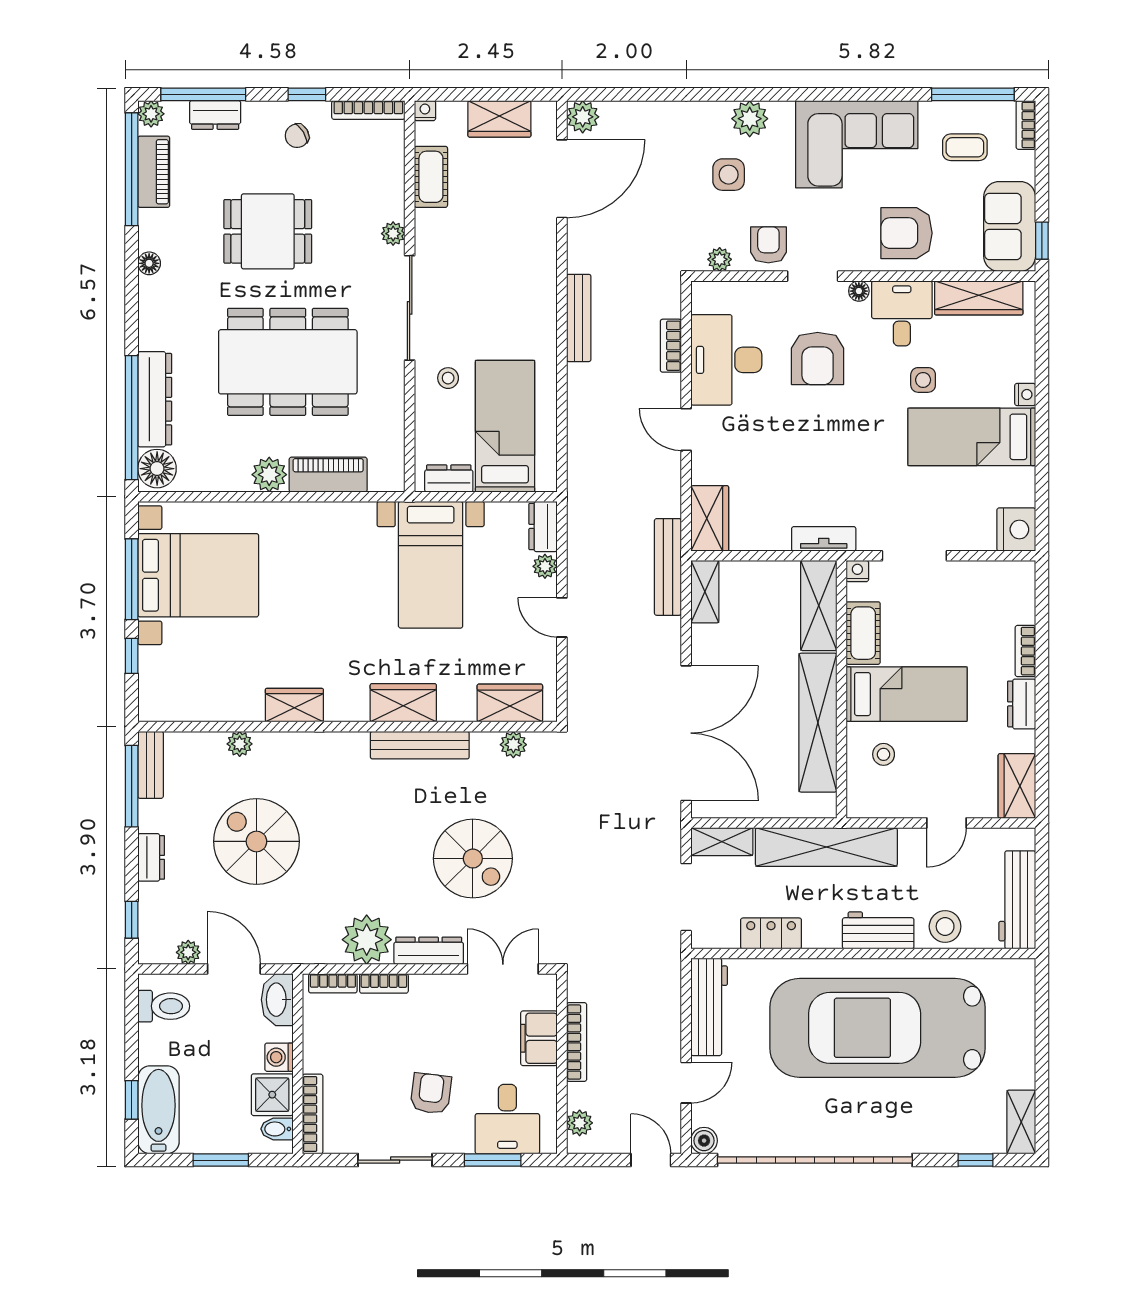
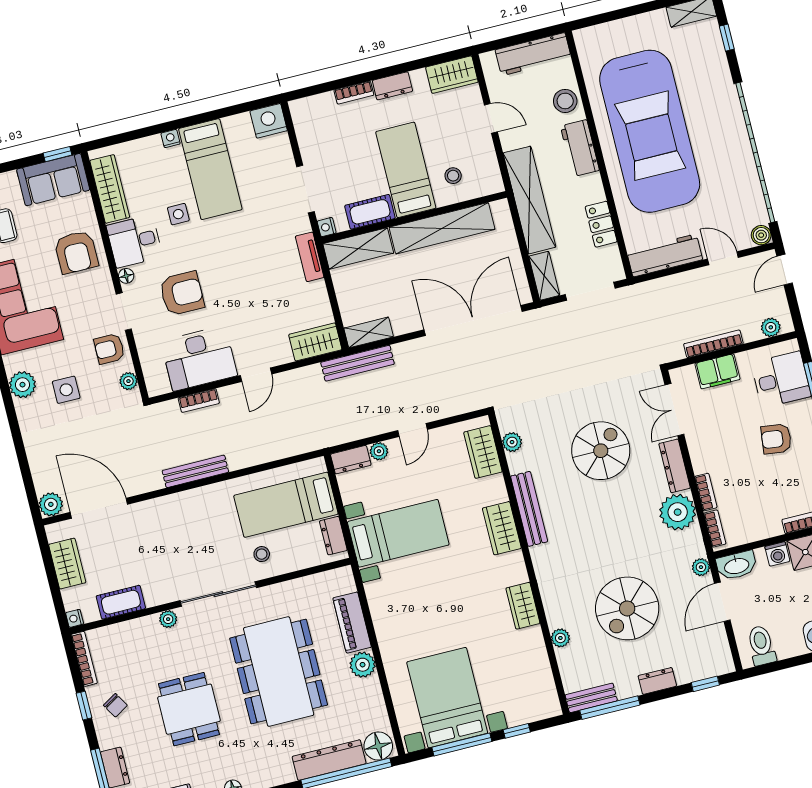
plant: (188, 952) -> (701, 567), moved

